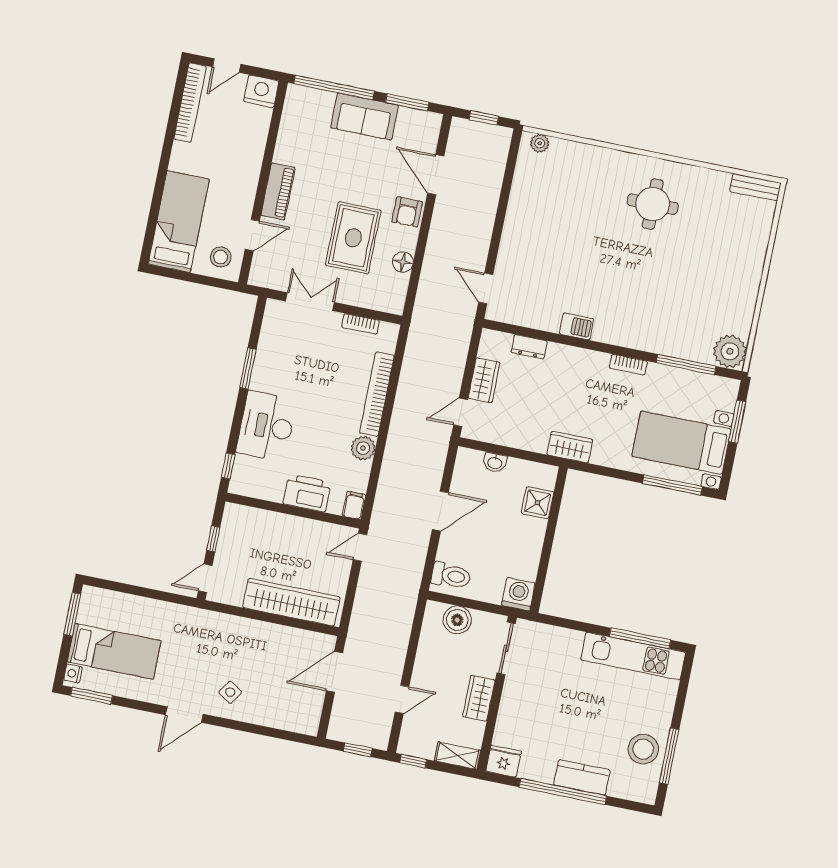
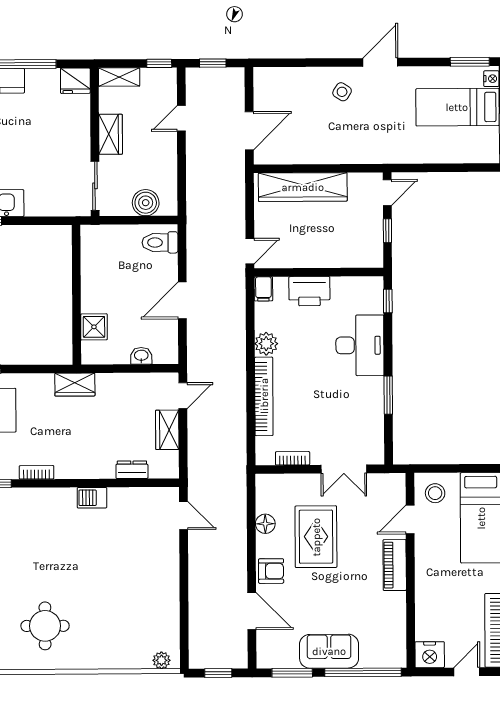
armchair: (407, 212) -> (271, 571), turned 90
washing machine: (518, 594) -> (94, 238), removed

